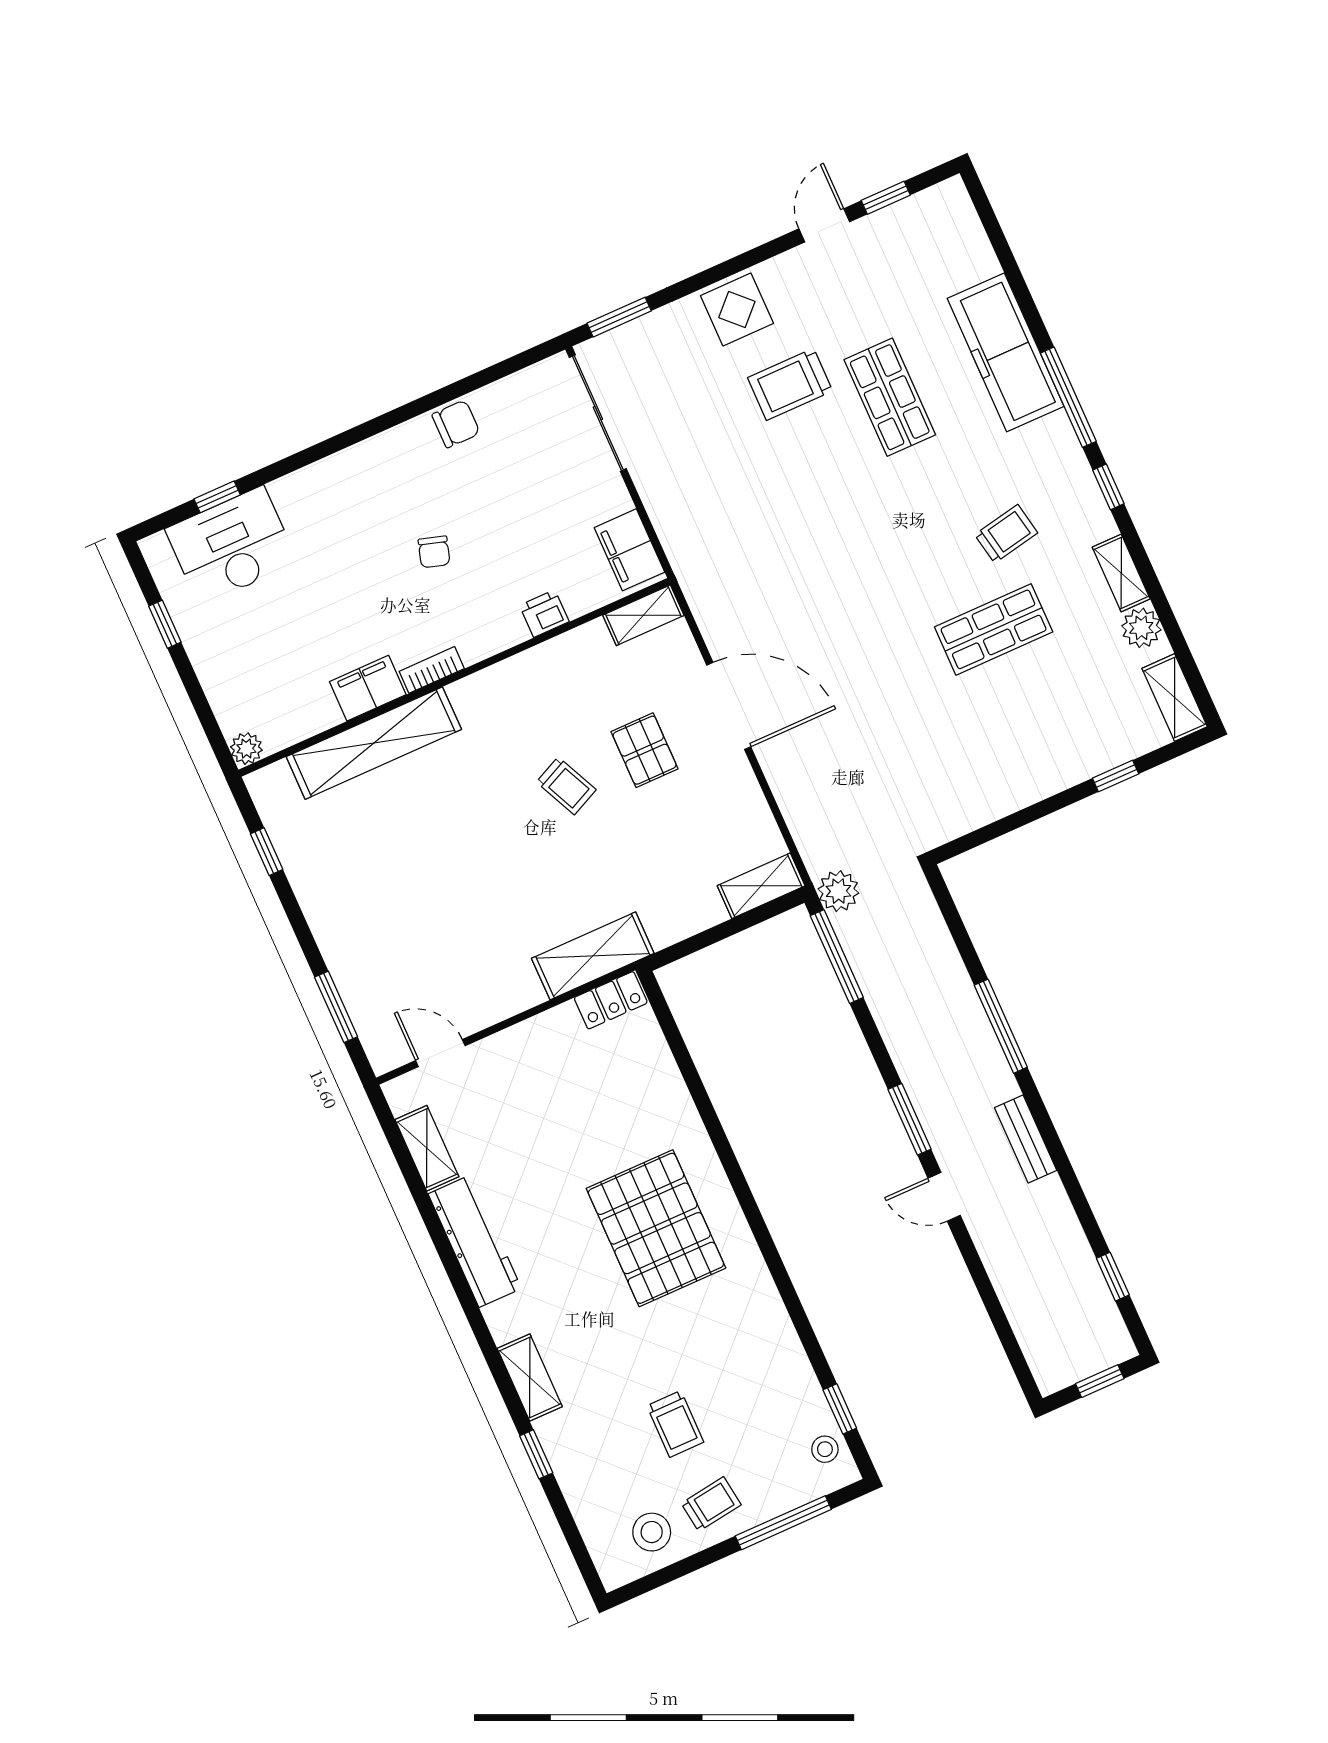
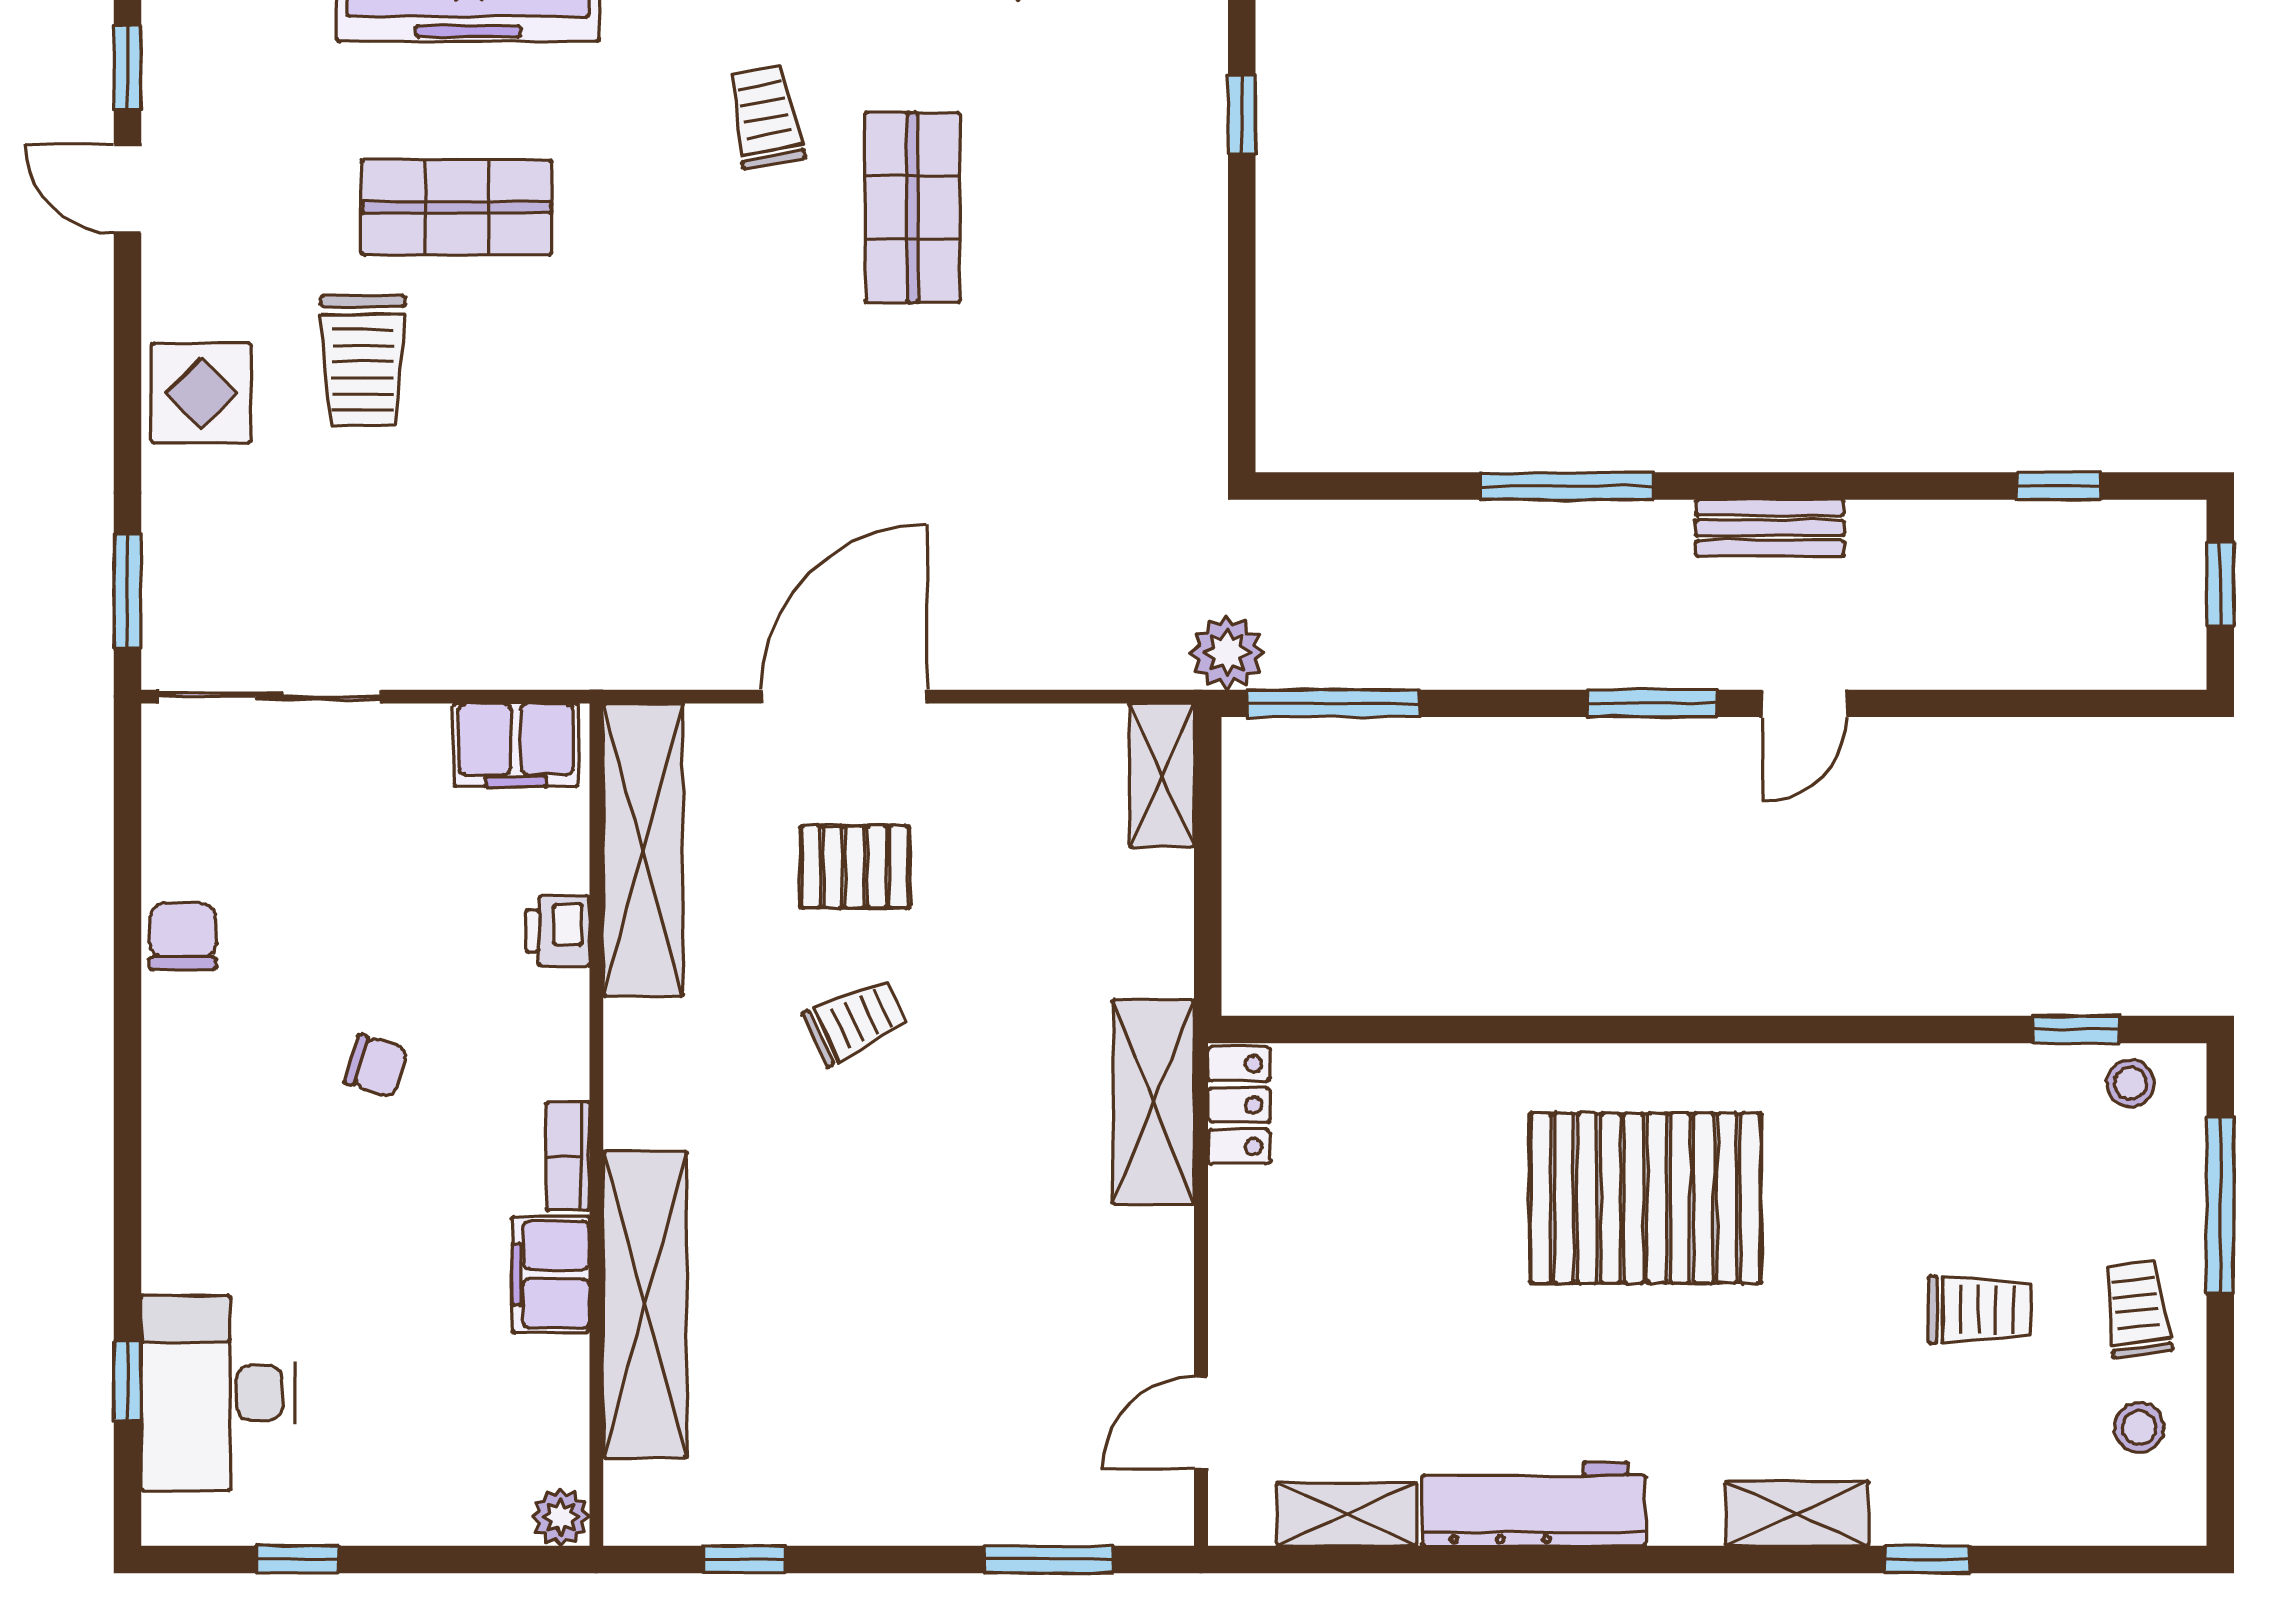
shelving: (643, 615) -> (643, 850), width x2.20, depth x1.33
stool: (652, 1532) -> (2139, 1427), width x0.73, depth x0.73

